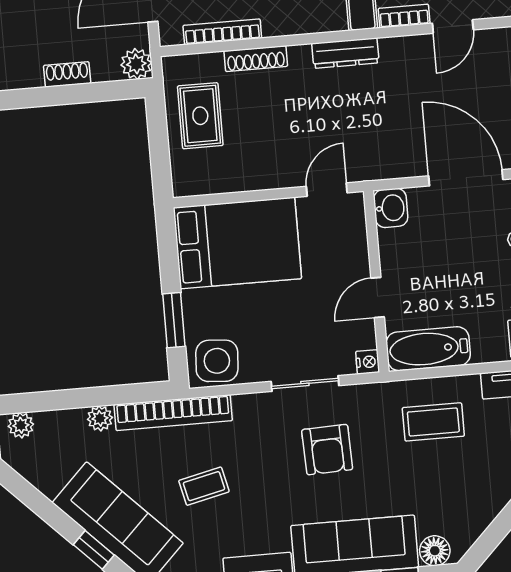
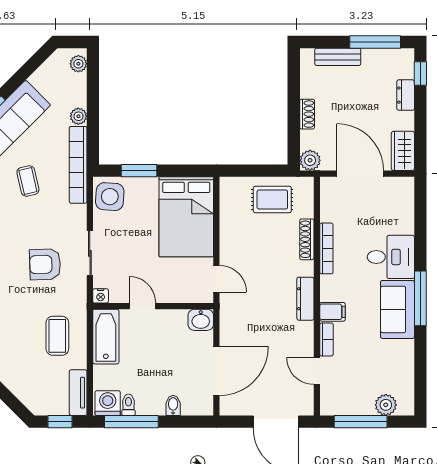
bookcase: (222, 32) -> (326, 248), moved

